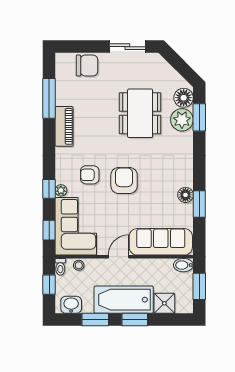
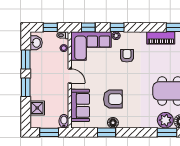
armchair: (124, 180) -> (113, 99), moved
sofa: (161, 242) -> (80, 105), width x0.73
bathtub: (124, 300) -> (40, 79), removed

